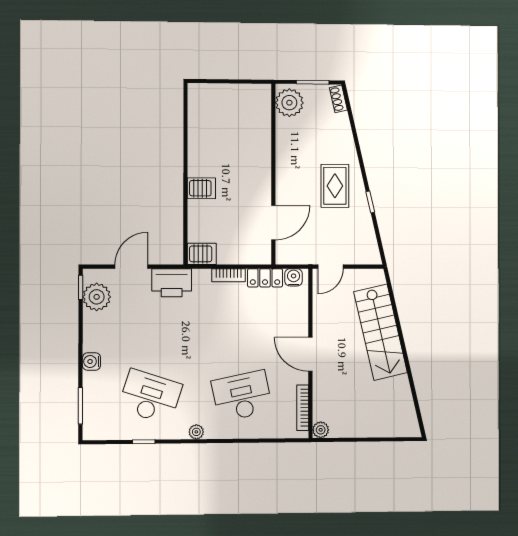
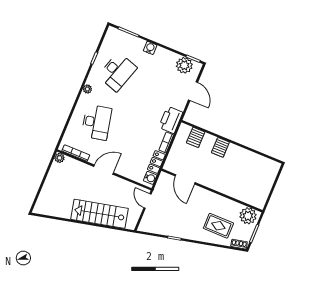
rug: (335, 186) -> (218, 226), moved
server rack: (202, 254) -> (196, 137), moved
printer: (172, 283) -> (171, 120), moved

